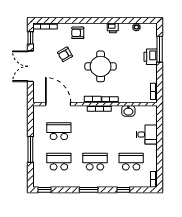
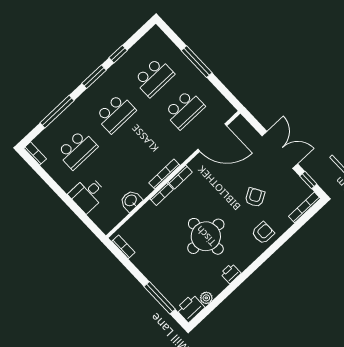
printer: (151, 57) -> (190, 308), moved, turned -90
round table: (101, 66) -> (206, 236), moved
window: (45, 190) -> (118, 54), moved
window: (123, 190) -> (57, 112), width x2.17

